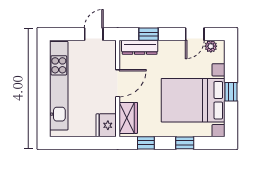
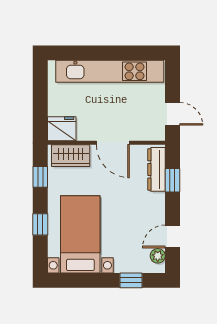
door: (195, 34) -> (172, 236), hinge flipped
window: (231, 92) -> (131, 280), moved
bed with nightstands: (193, 100) -> (80, 234), width x0.73

